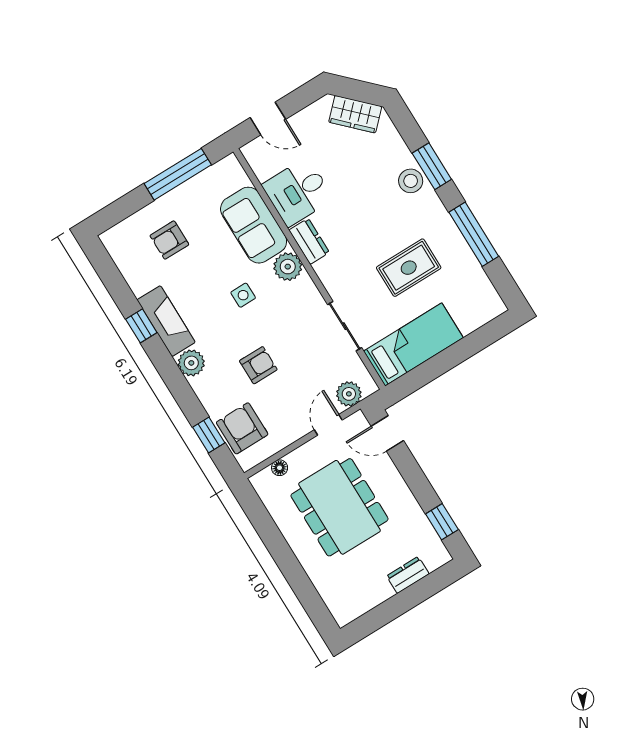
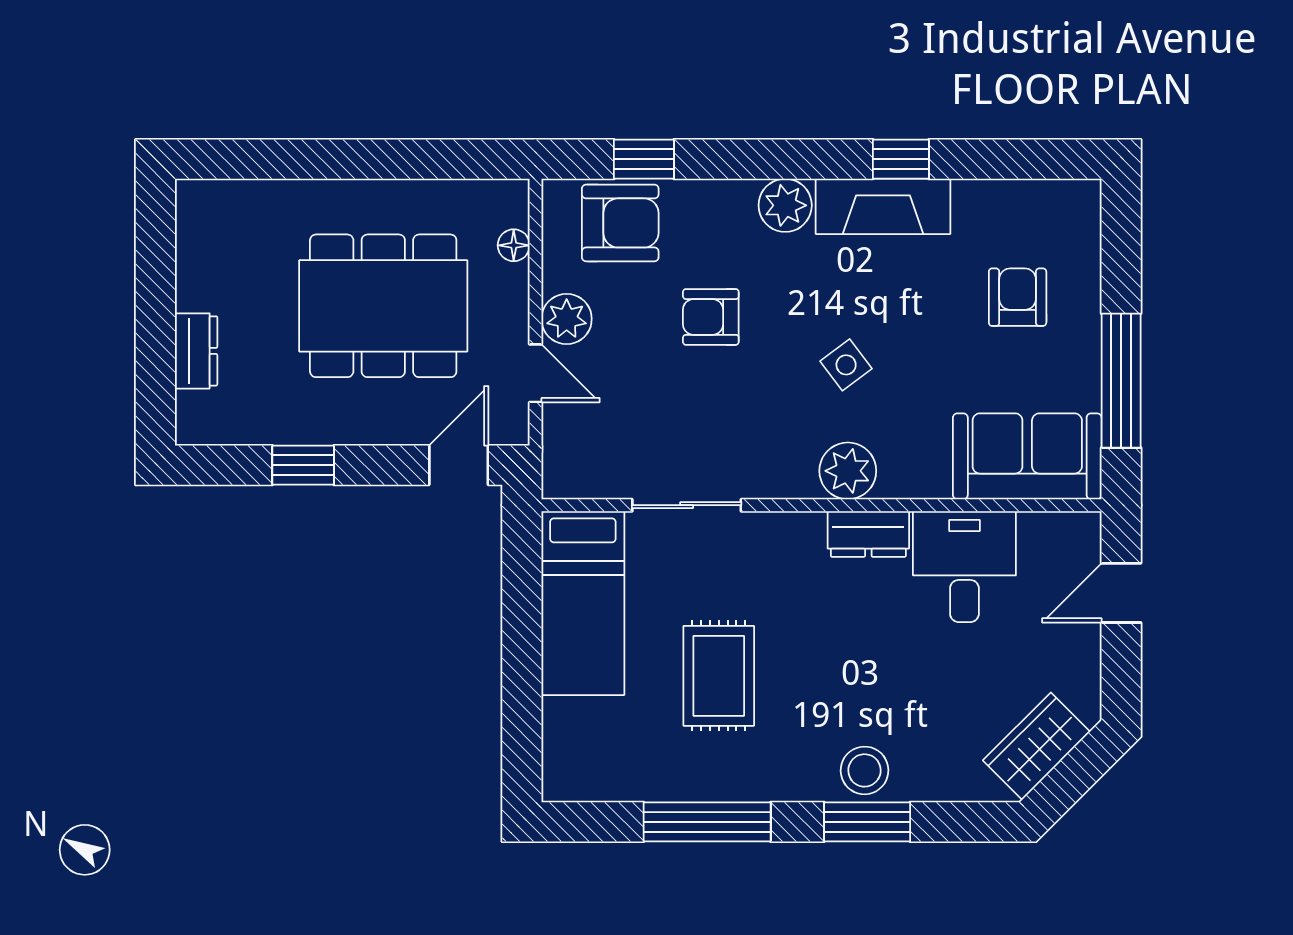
sofa: (254, 225) -> (1027, 456), moved
side table: (243, 295) -> (846, 365), turned -37
armchair: (258, 365) -> (711, 317), turned 90
plant: (349, 394) -> (567, 319), moved
window: (442, 522) -> (303, 465), moved

